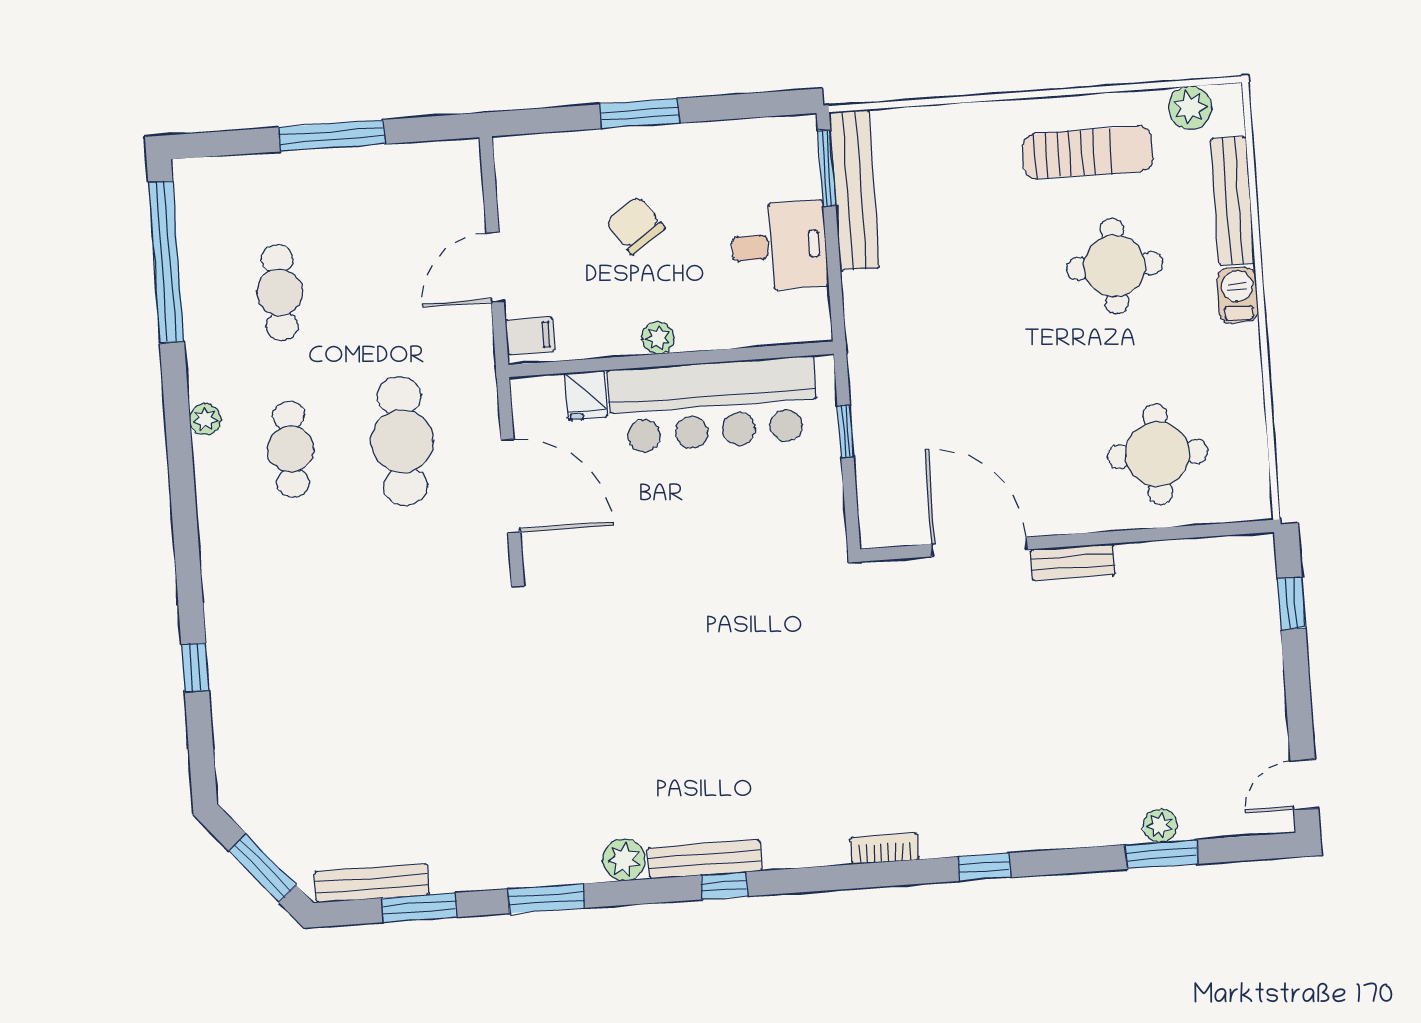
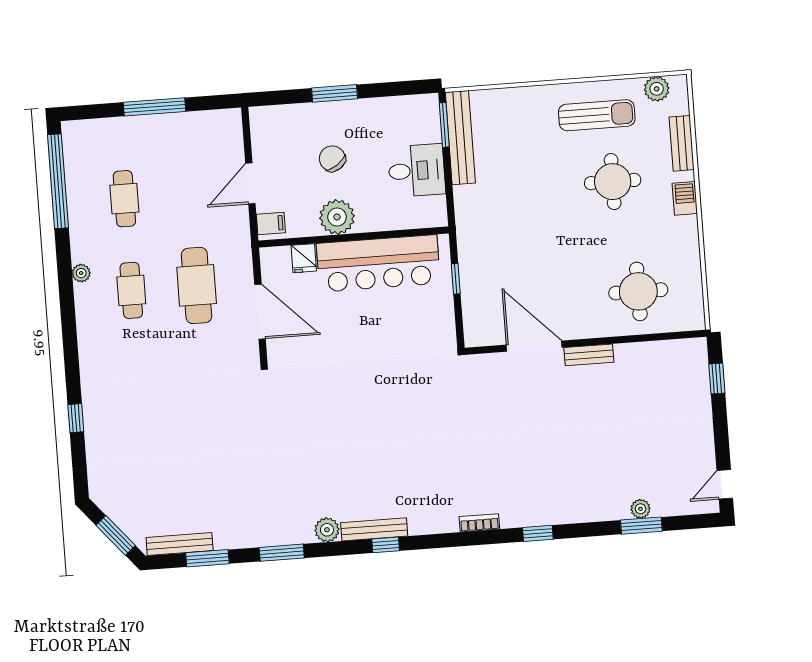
bench: (1233, 201) -> (682, 143), width x0.73
plant: (658, 338) -> (337, 217), width x1.88, depth x1.88

